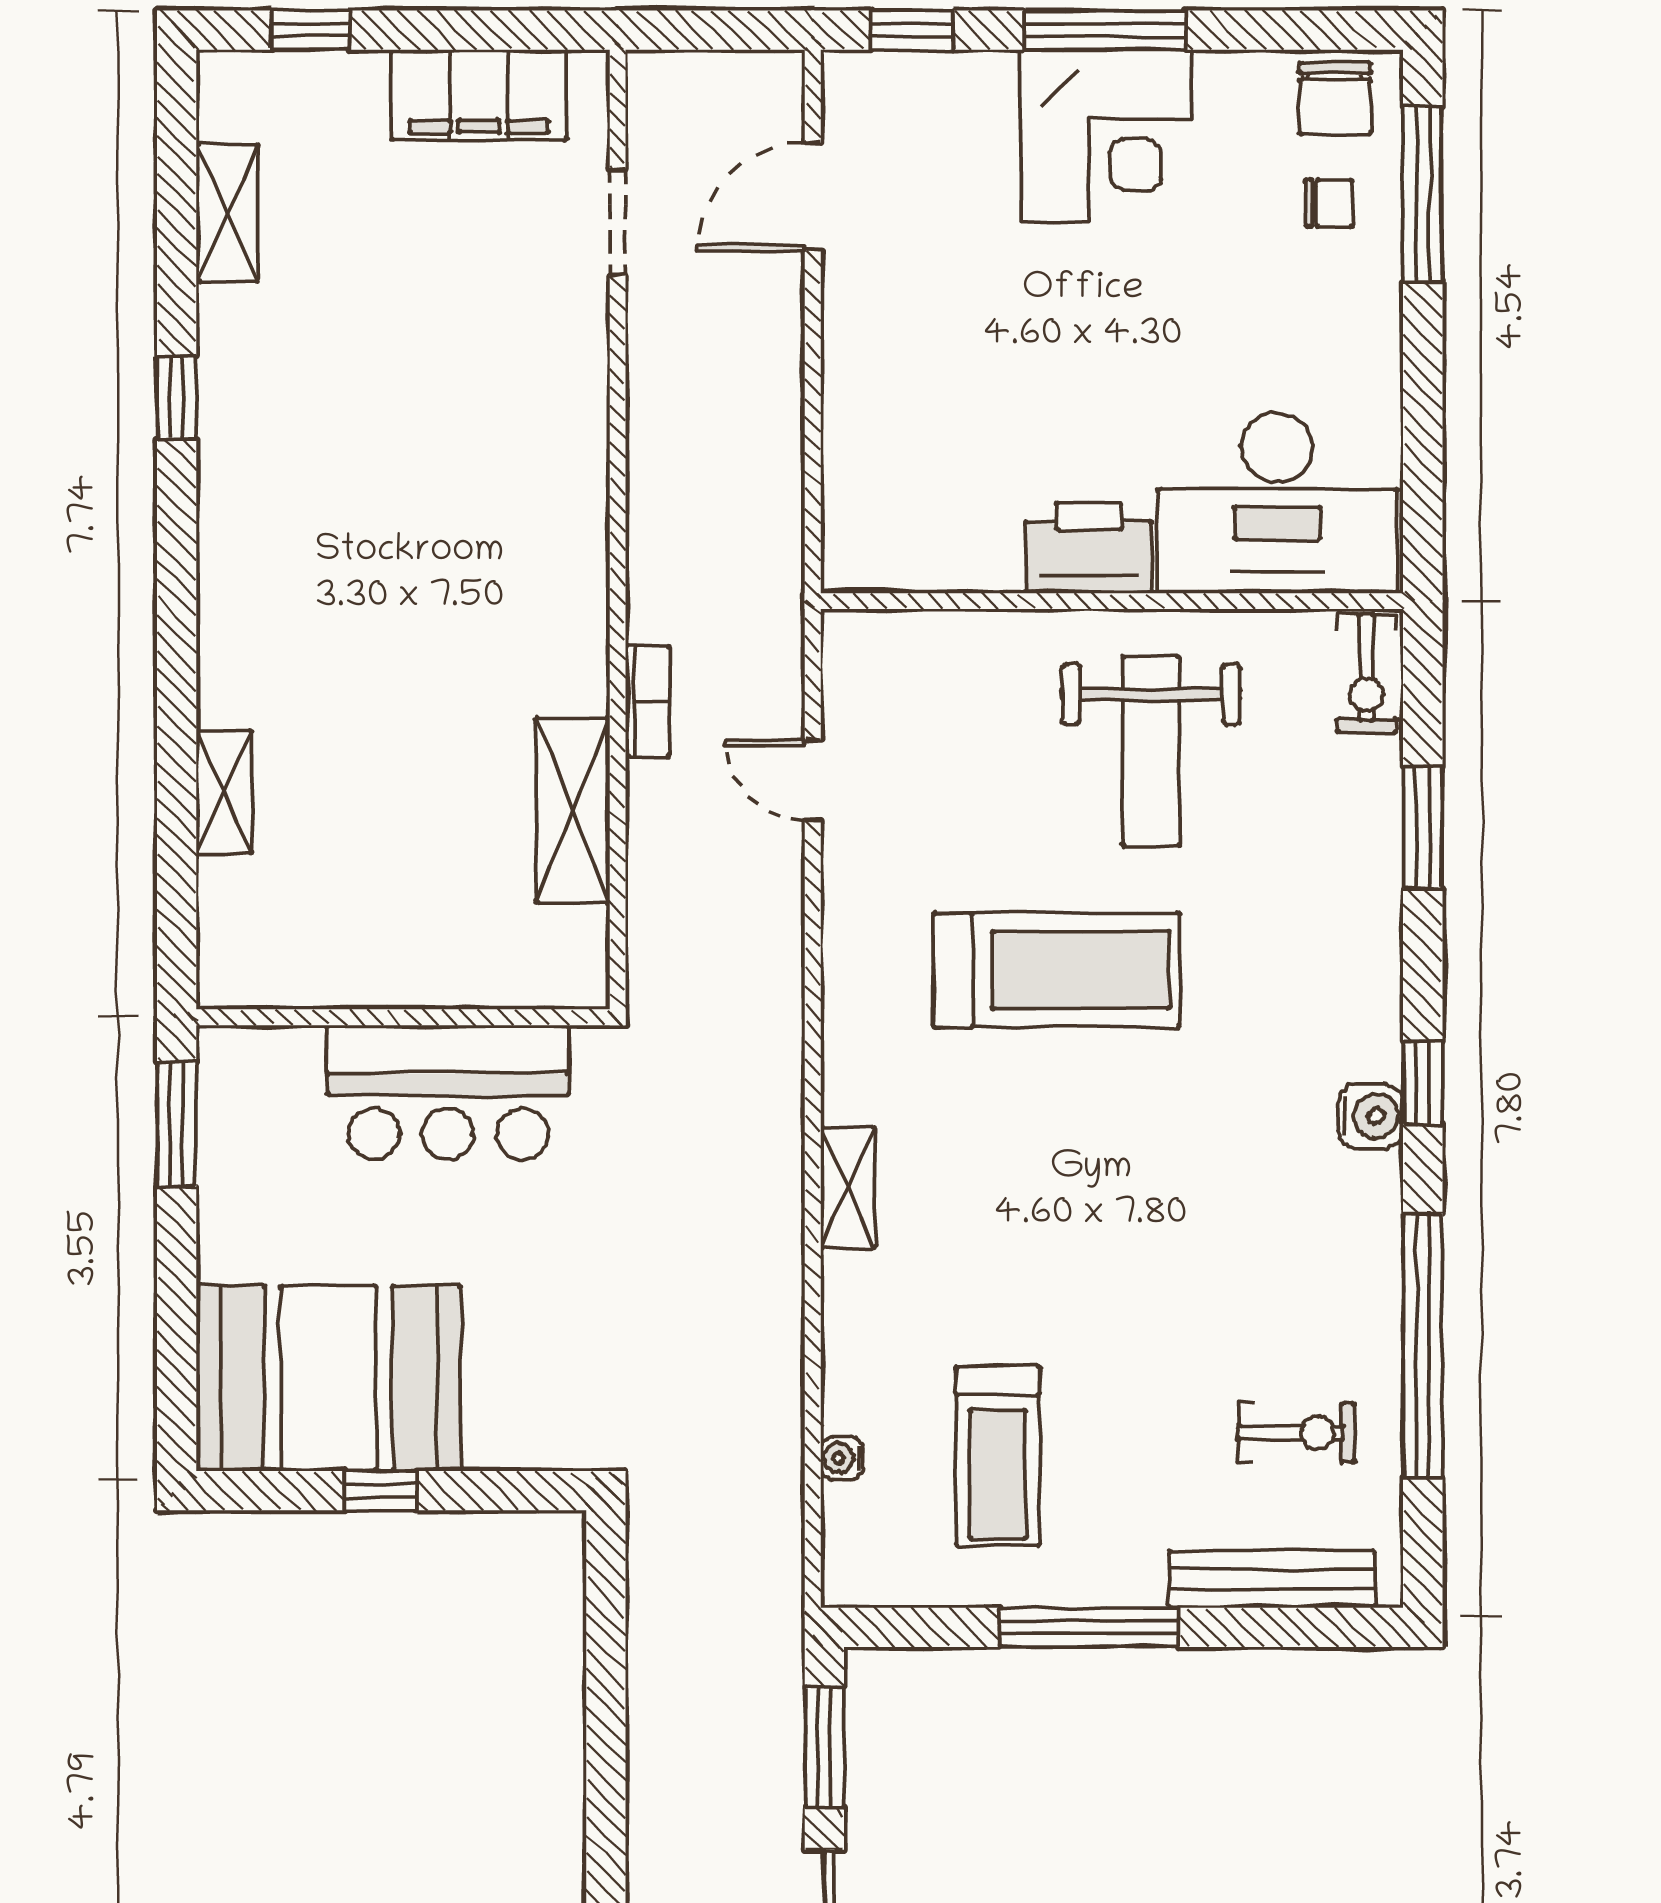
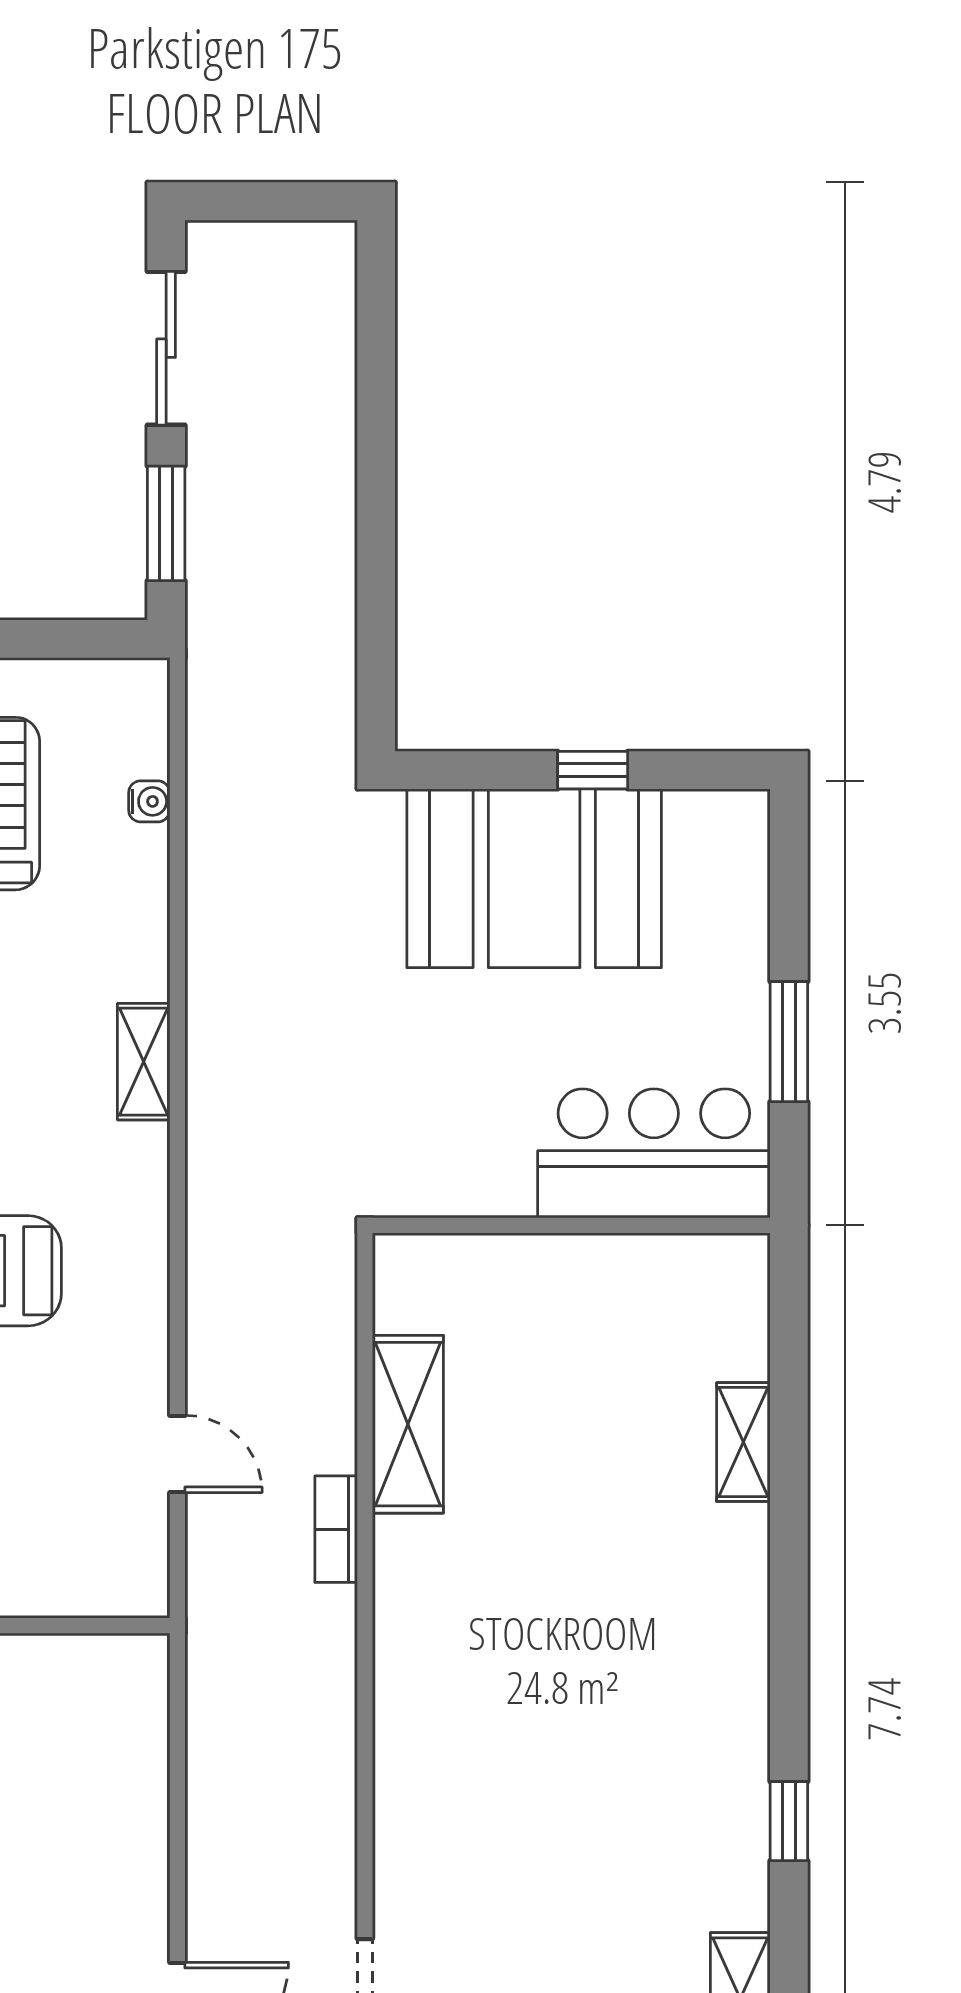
bar counter: (448, 1092) -> (654, 1153), moved
window: (177, 1124) -> (789, 1042), moved
booth: (329, 1378) -> (534, 878), moved

